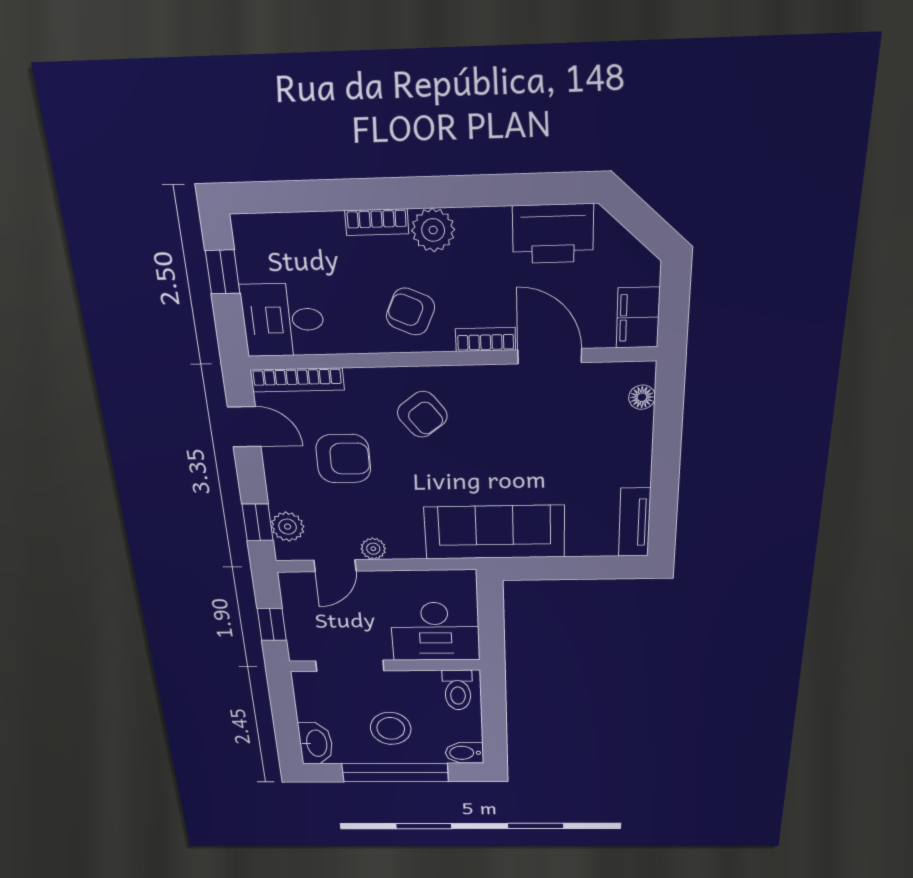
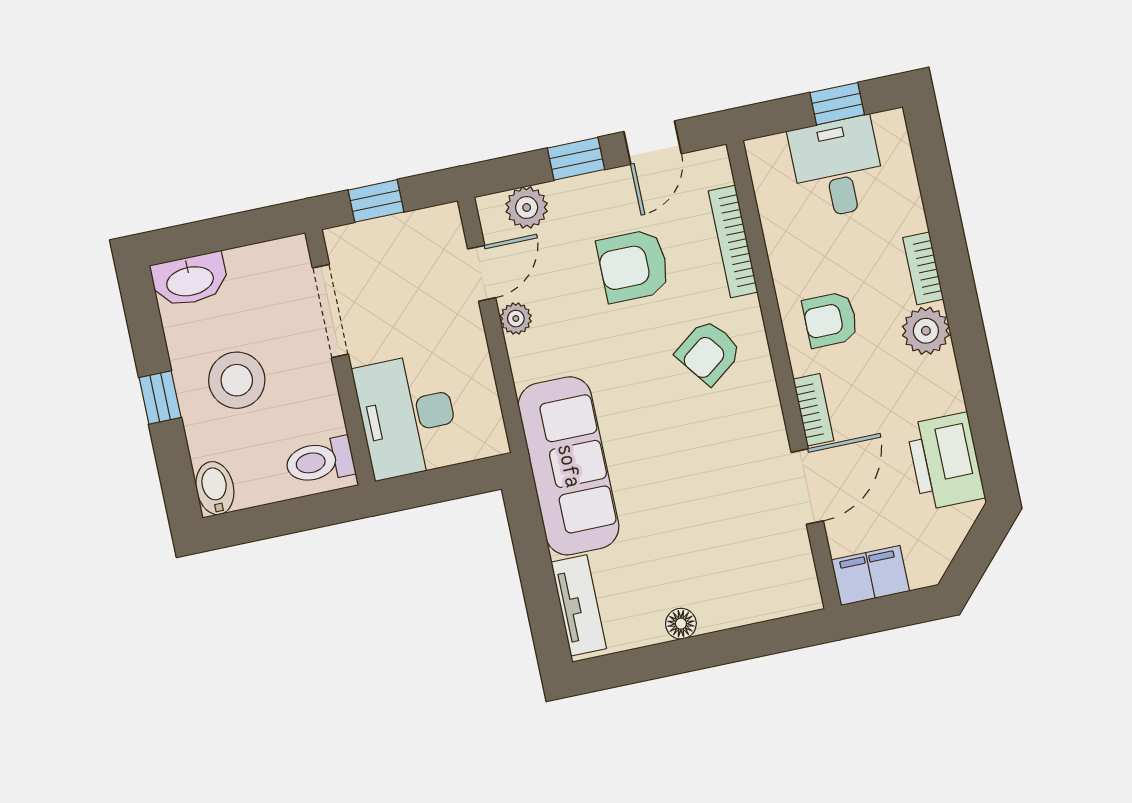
armchair: (410, 312) -> (830, 320), turned -114
desk: (283, 320) -> (837, 167), moved
bookcase: (297, 380) -> (733, 241), moved
floor lamp: (642, 397) -> (681, 624), moved
armchair: (343, 459) -> (633, 266), turned 90
window: (258, 522) -> (576, 159), moved
tv unit: (635, 522) -> (579, 605), moved, turned 90
door: (335, 566) -> (482, 273), swing flipped
window: (395, 773) -> (160, 397), width x0.32

